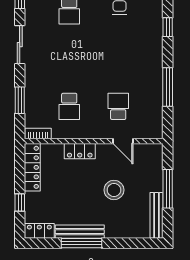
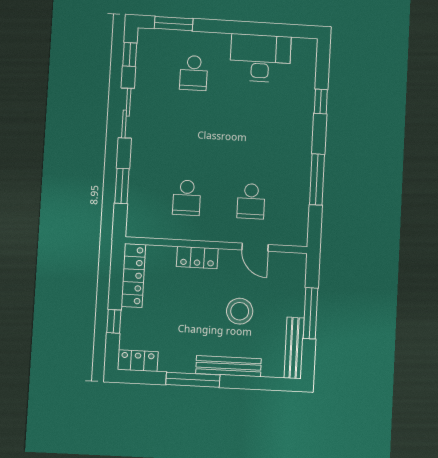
school desk: (118, 106) -> (251, 201), turned 180
bookcase: (38, 134) -> (143, 231), removed
bench: (80, 232) -> (229, 366), moved

